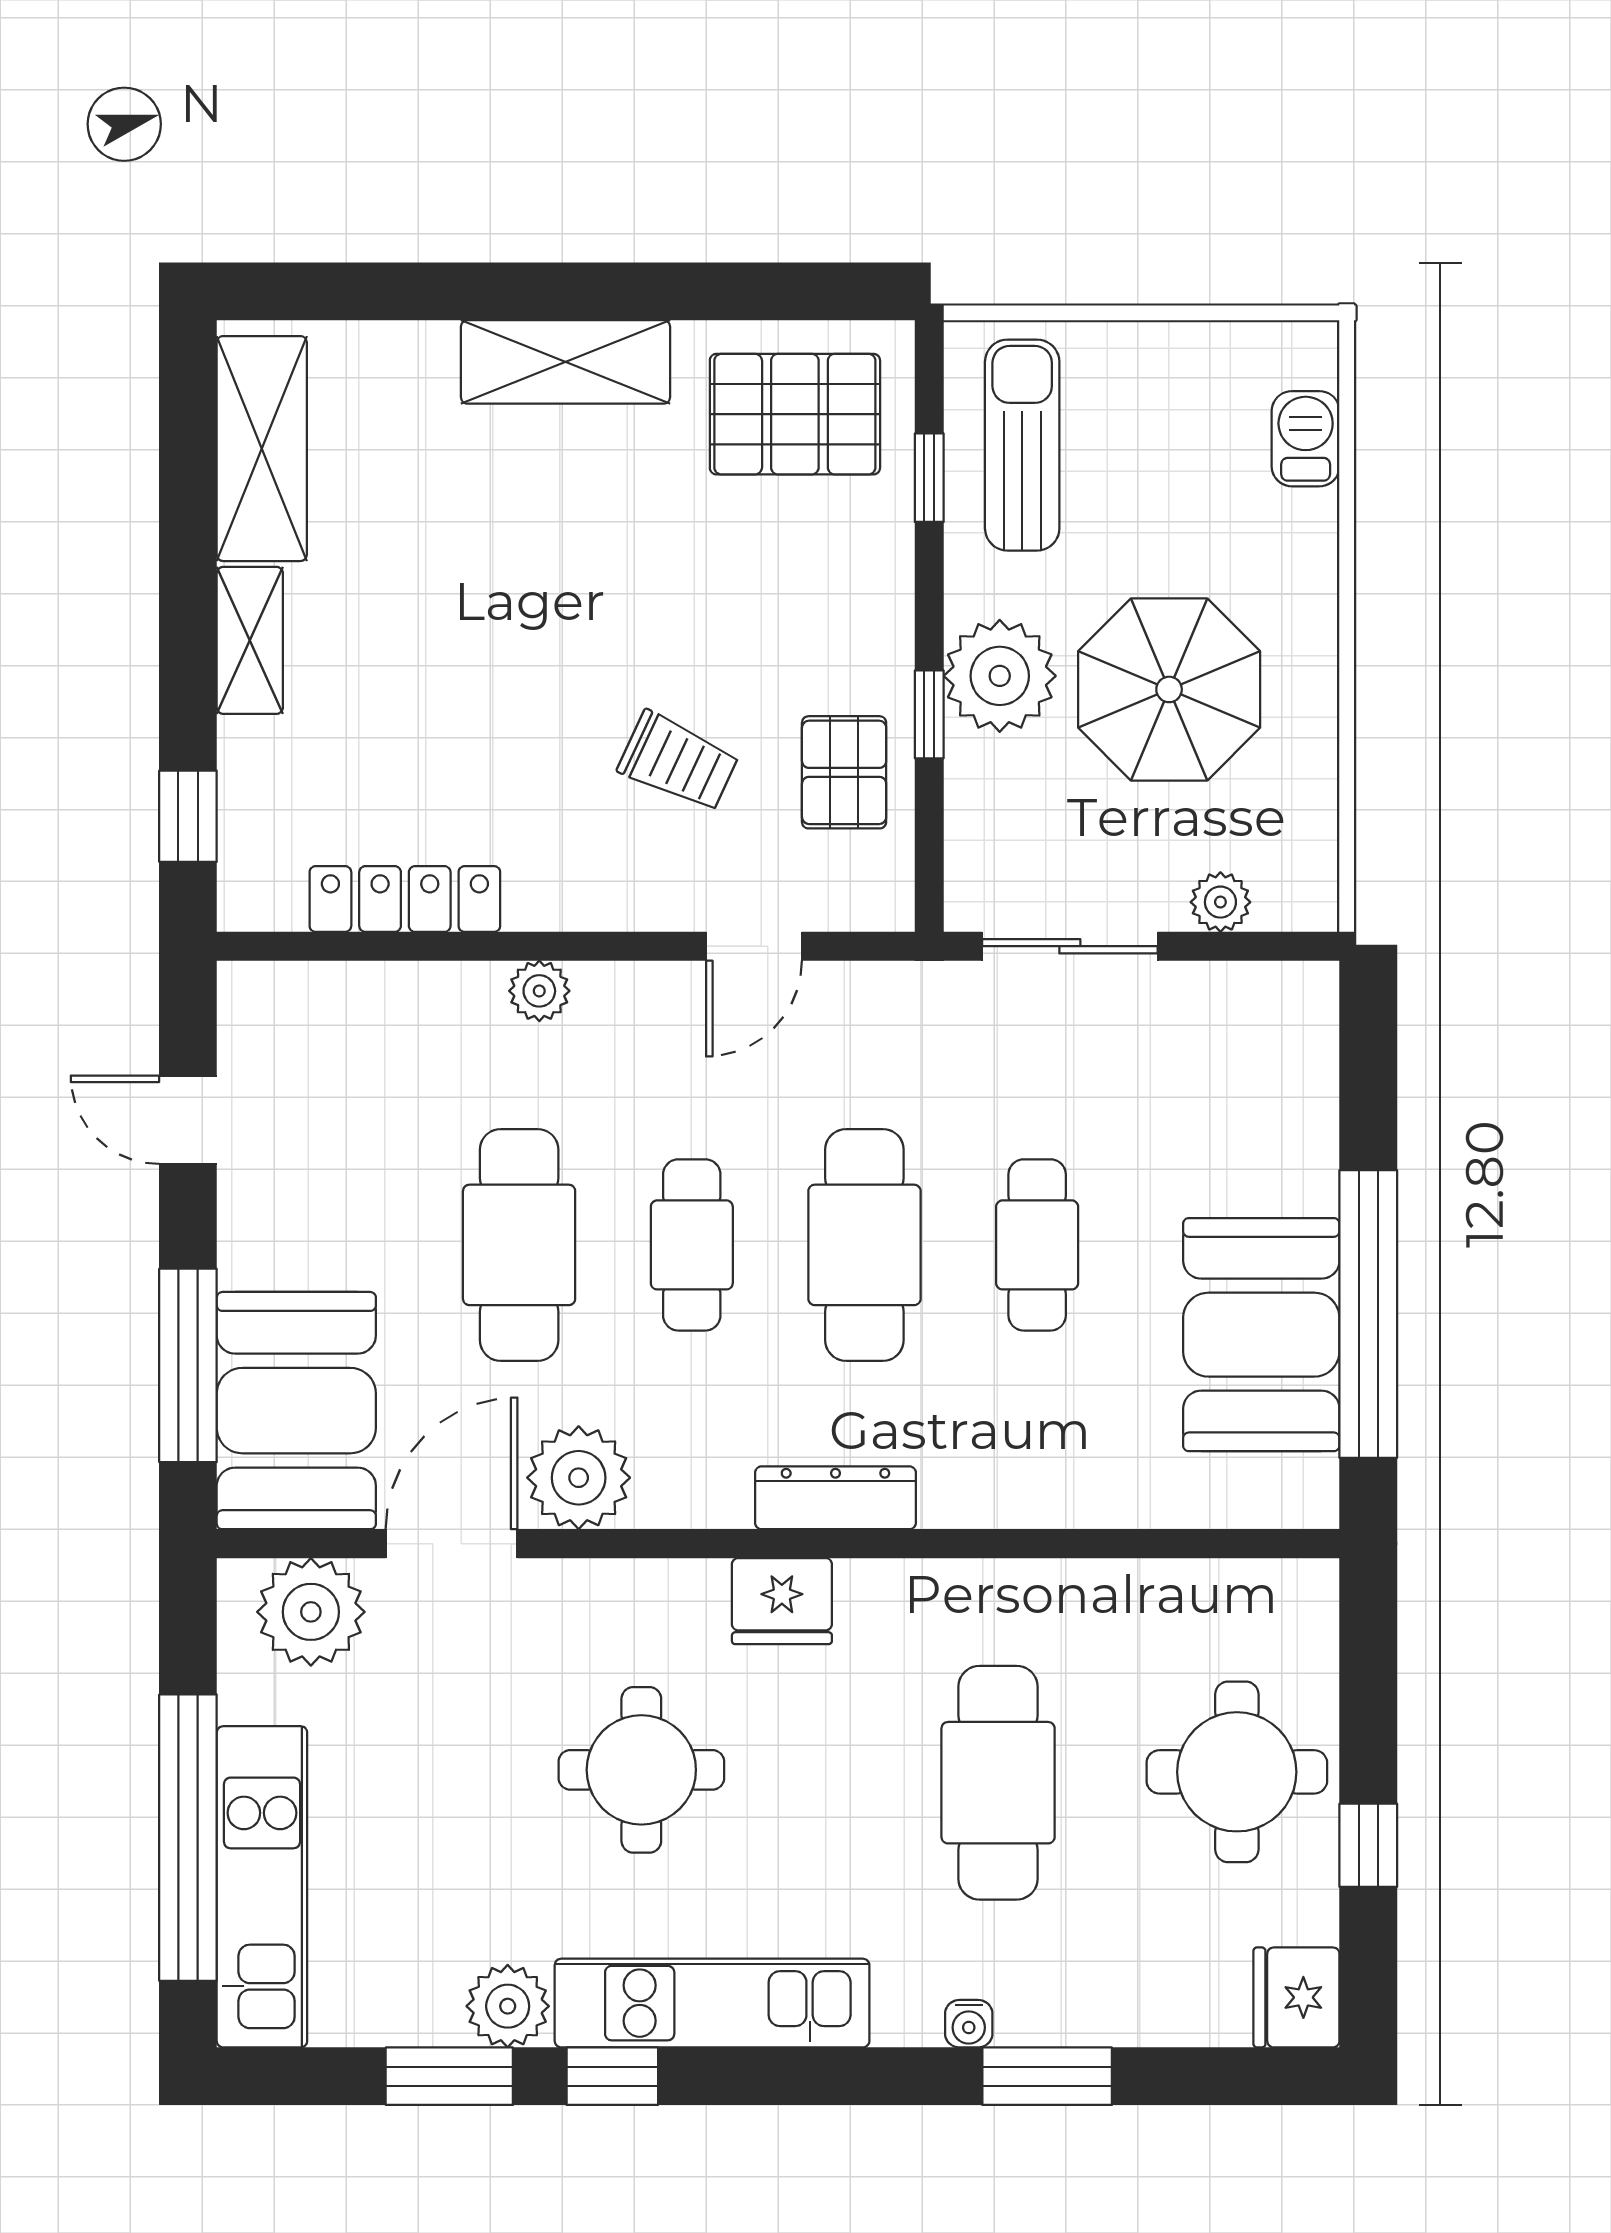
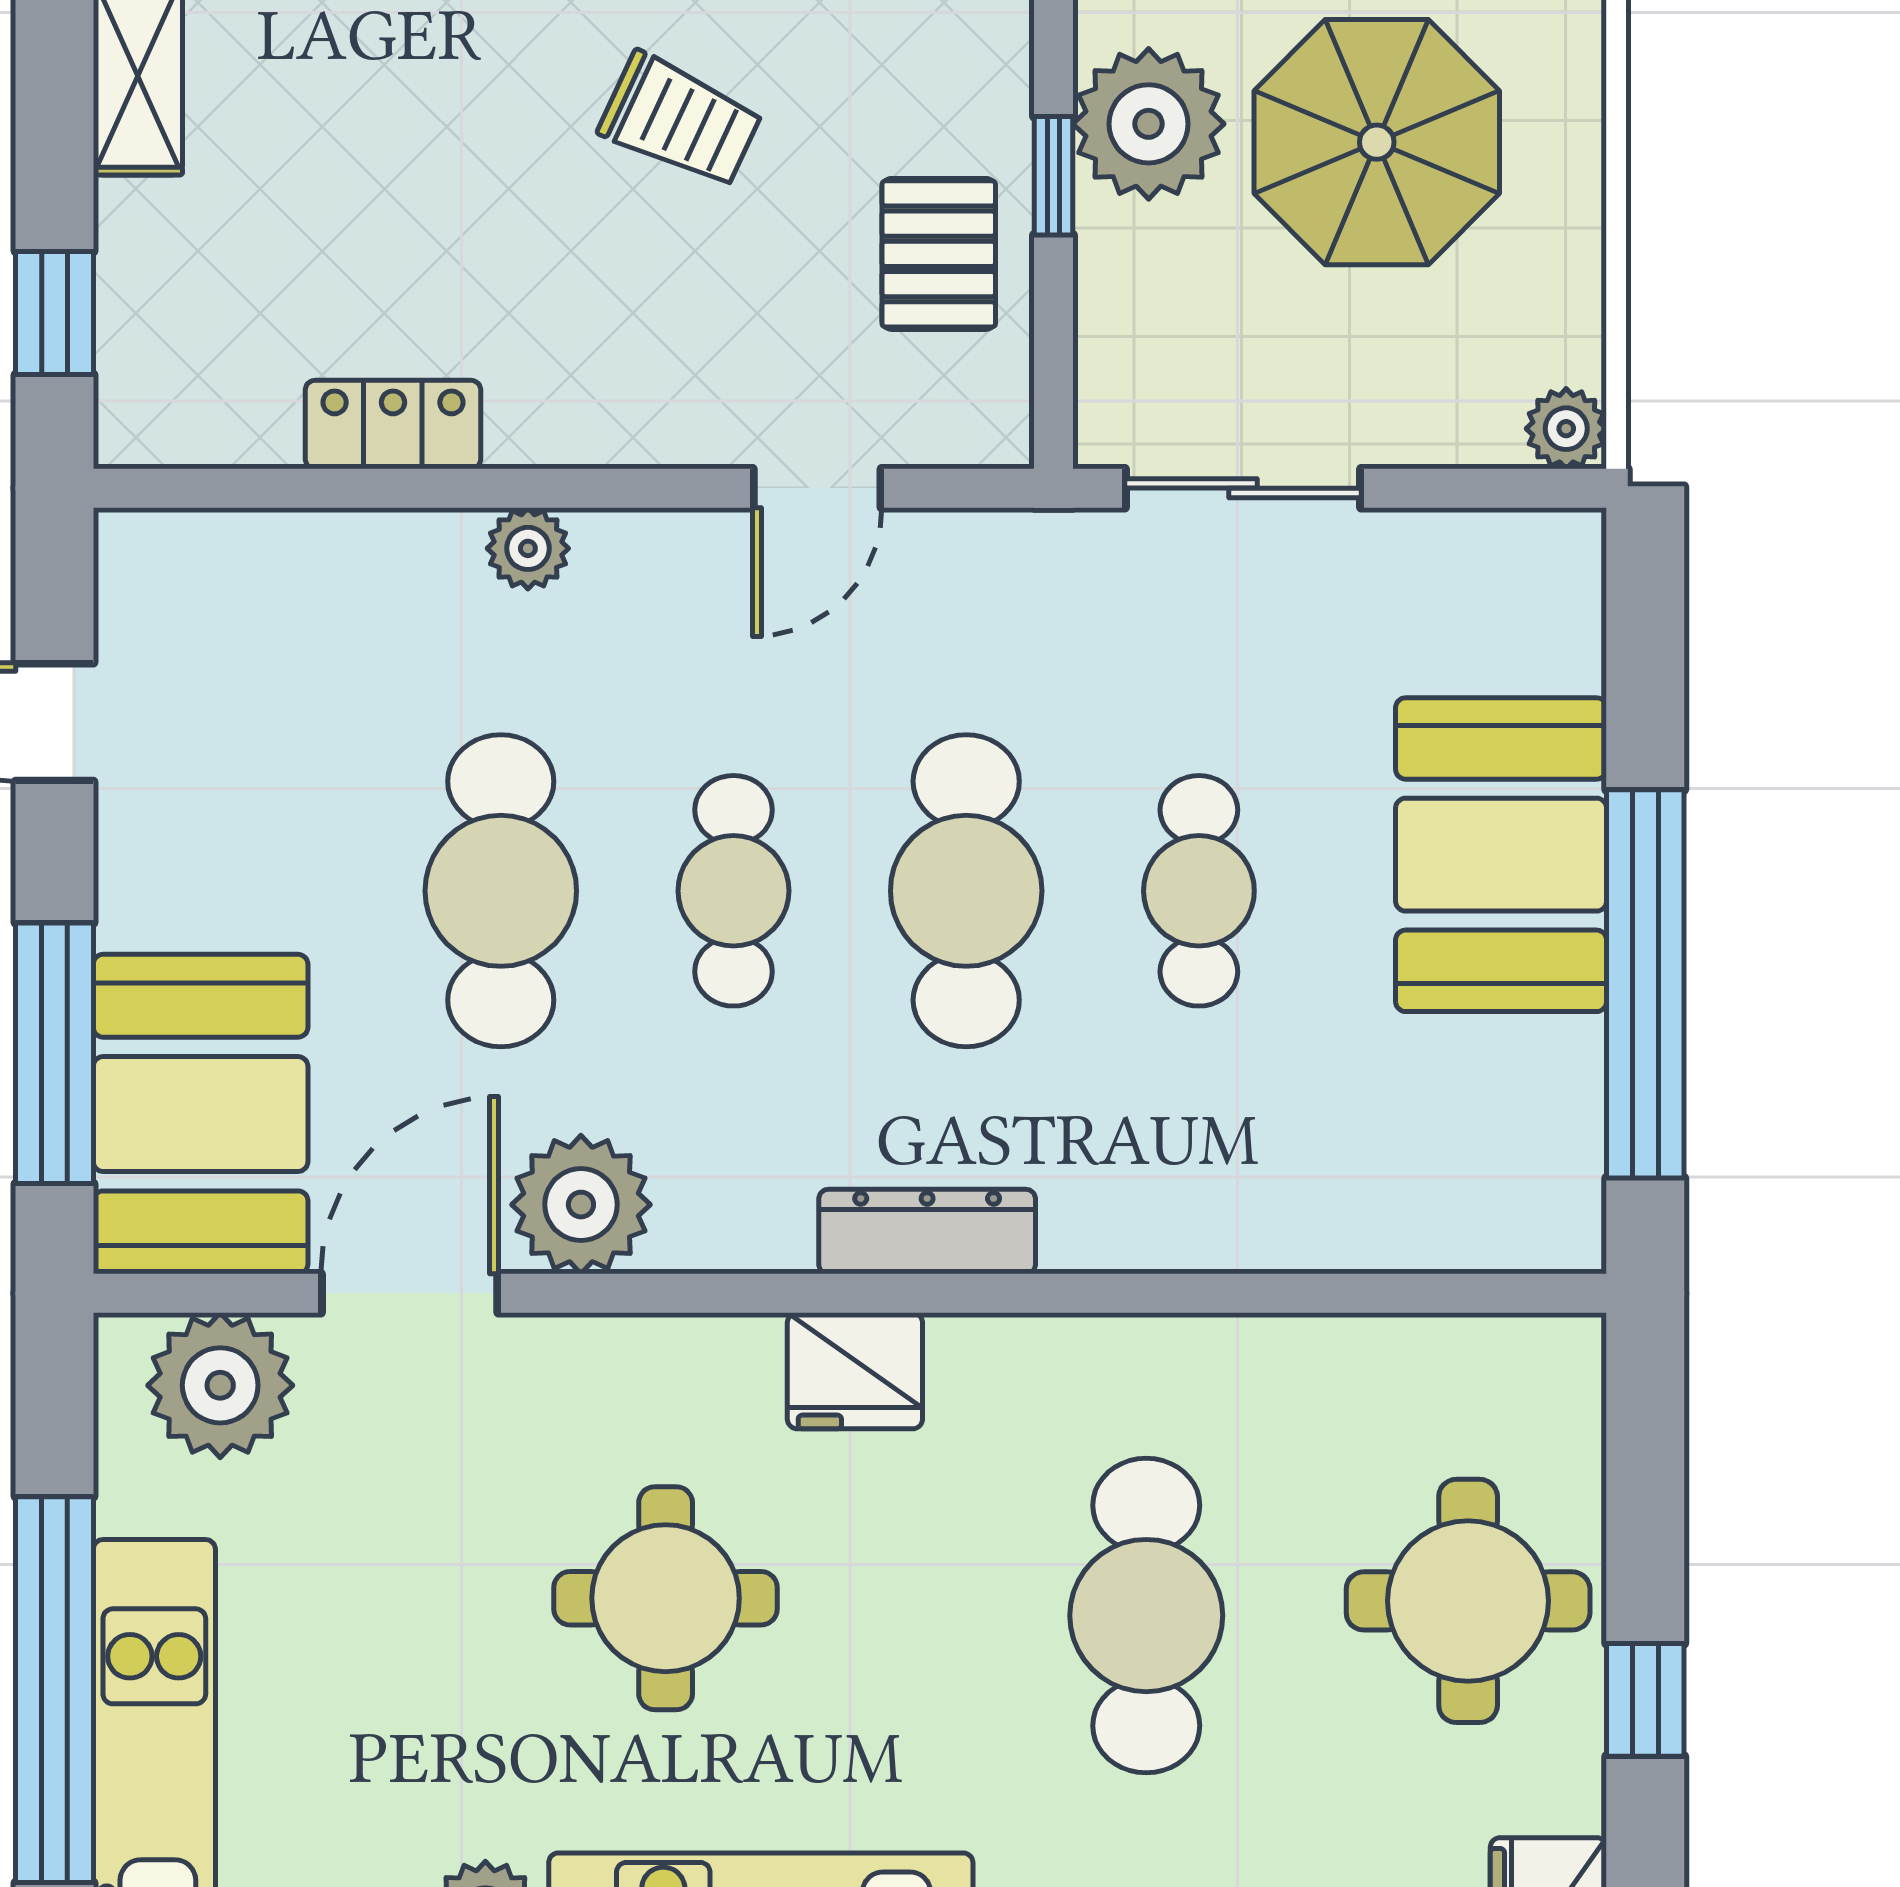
trolley: (678, 762) -> (680, 121), moved
locker: (405, 899) -> (393, 425), width x0.66
plant: (1220, 902) -> (1566, 429), moved
booth: (1261, 1335) -> (1501, 855), moved

